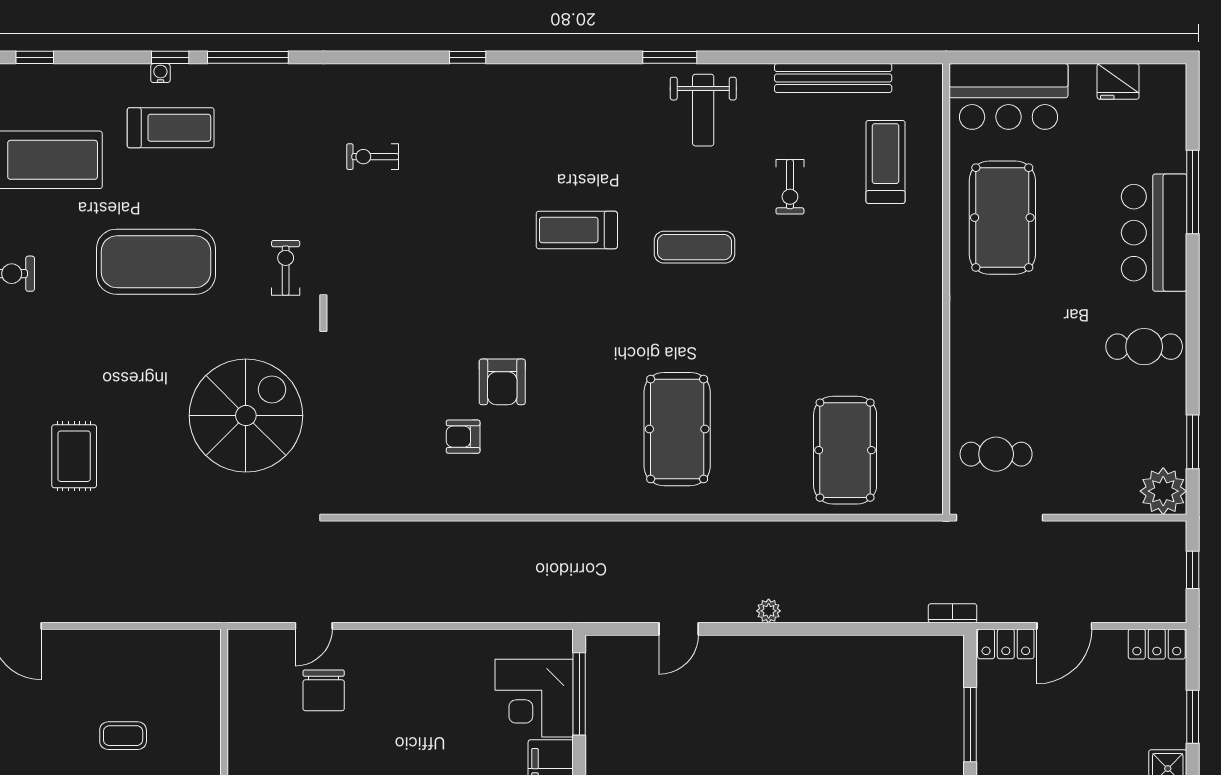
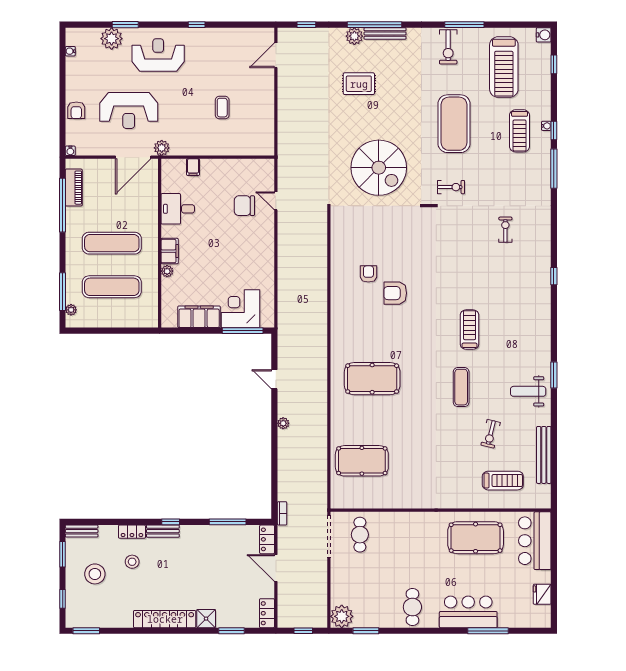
exercise bike: (790, 187) -> (491, 434), turned -76

